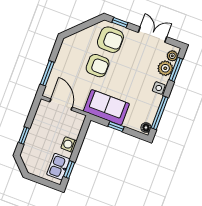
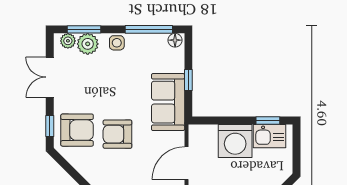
armchair: (110, 40) -> (77, 130), turned 90
armchair: (98, 66) -> (117, 134), turned -90
washing machine: (69, 144) -> (235, 141), width x1.89, depth x1.89

